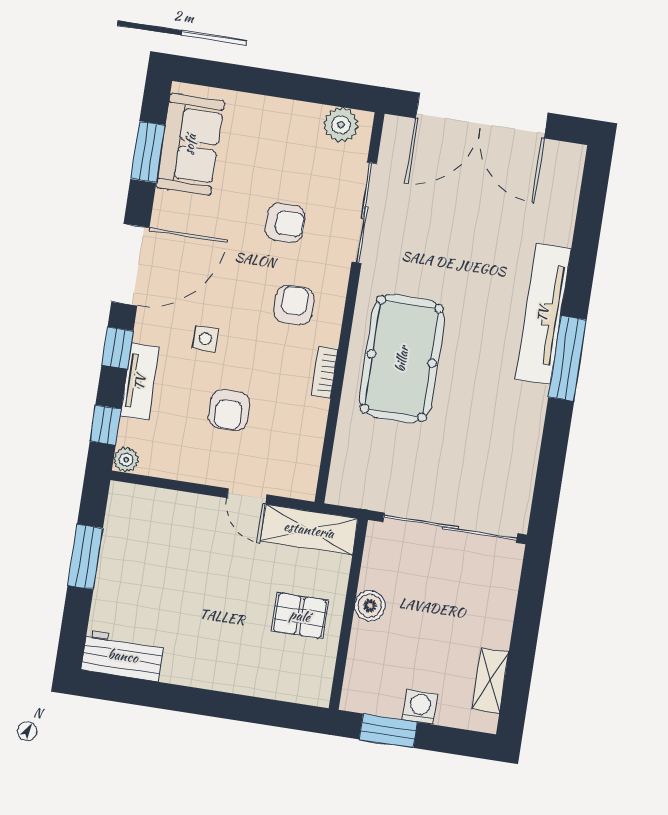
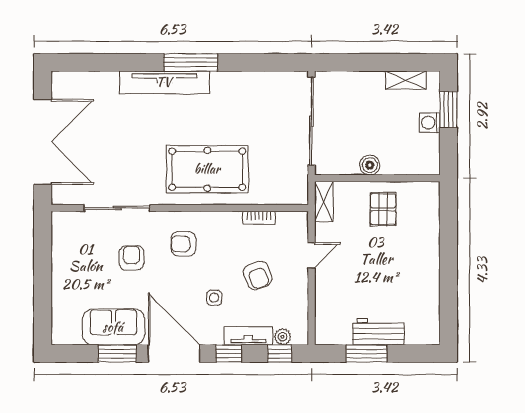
plant: (341, 125) -> (63, 232), removed
sofa: (190, 144) -> (113, 327), moved
window: (148, 152) -> (117, 353), moved
bookcase: (325, 372) -> (259, 218), moved
armchair: (229, 410) -> (258, 275), turned 70
plant: (126, 460) -> (283, 337), moved
shelving: (309, 530) -> (324, 202), width x0.67, depth x0.75
workbench: (123, 656) -> (378, 332), moved, turned 90
window: (388, 731) -> (448, 109), moved

